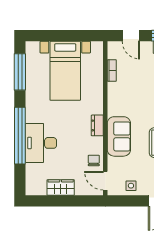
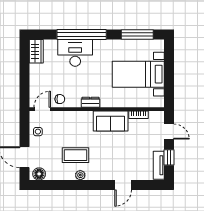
door: (131, 36) -> (169, 132), swing flipped
sofa: (119, 136) -> (111, 121), moved
wardrobe: (61, 187) -> (36, 51), moved

